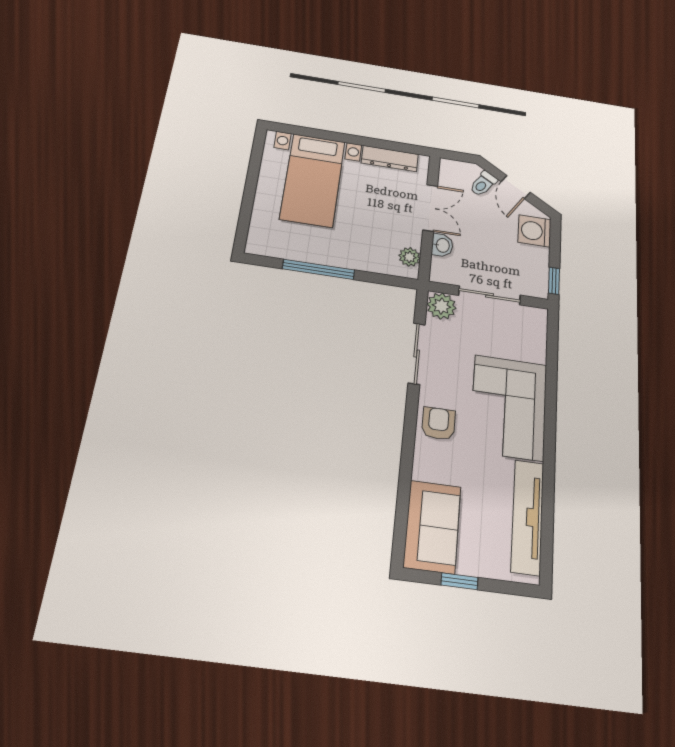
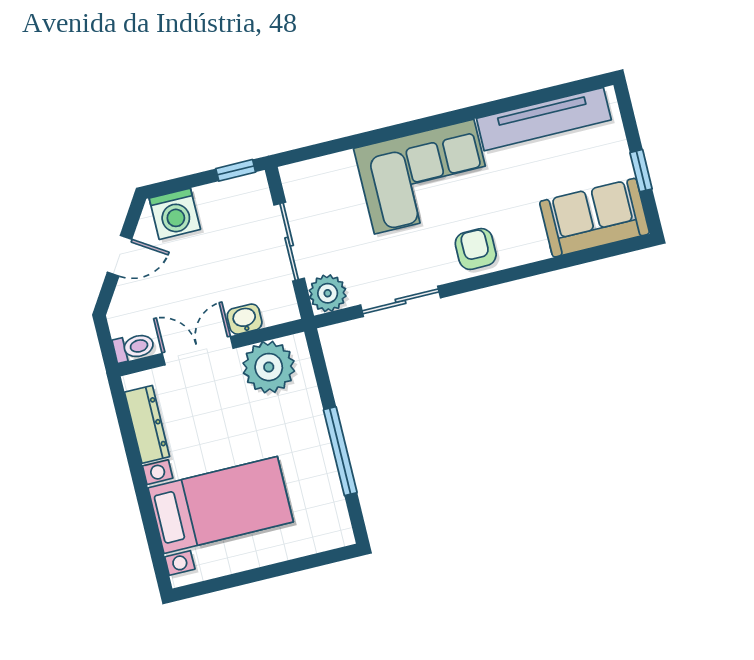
toilet: (483, 184) -> (134, 347), moved, turned -33
plant: (409, 257) -> (269, 367), width x1.87, depth x1.87
armchair: (438, 424) -> (476, 249), turned 90

